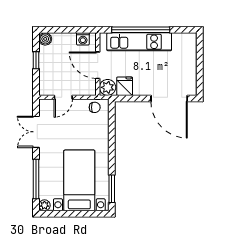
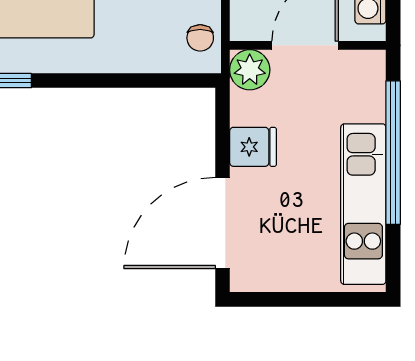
kitchen unit: (139, 42) -> (363, 204), moved
fridge: (125, 86) -> (253, 147), moved

